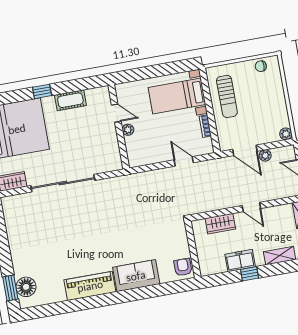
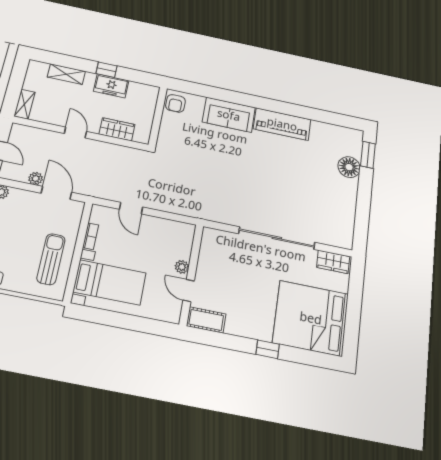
cot: (70, 100) -> (206, 320), moved
floor lamp: (26, 287) -> (349, 167), moved

